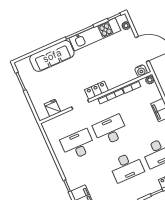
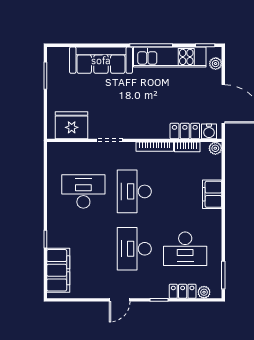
locker: (97, 90) -> (185, 131), moved
fridge: (53, 108) -> (72, 125), width x1.88, depth x1.34
desk: (110, 130) -> (134, 191), turned -90
desk: (127, 167) -> (134, 249), turned 90

